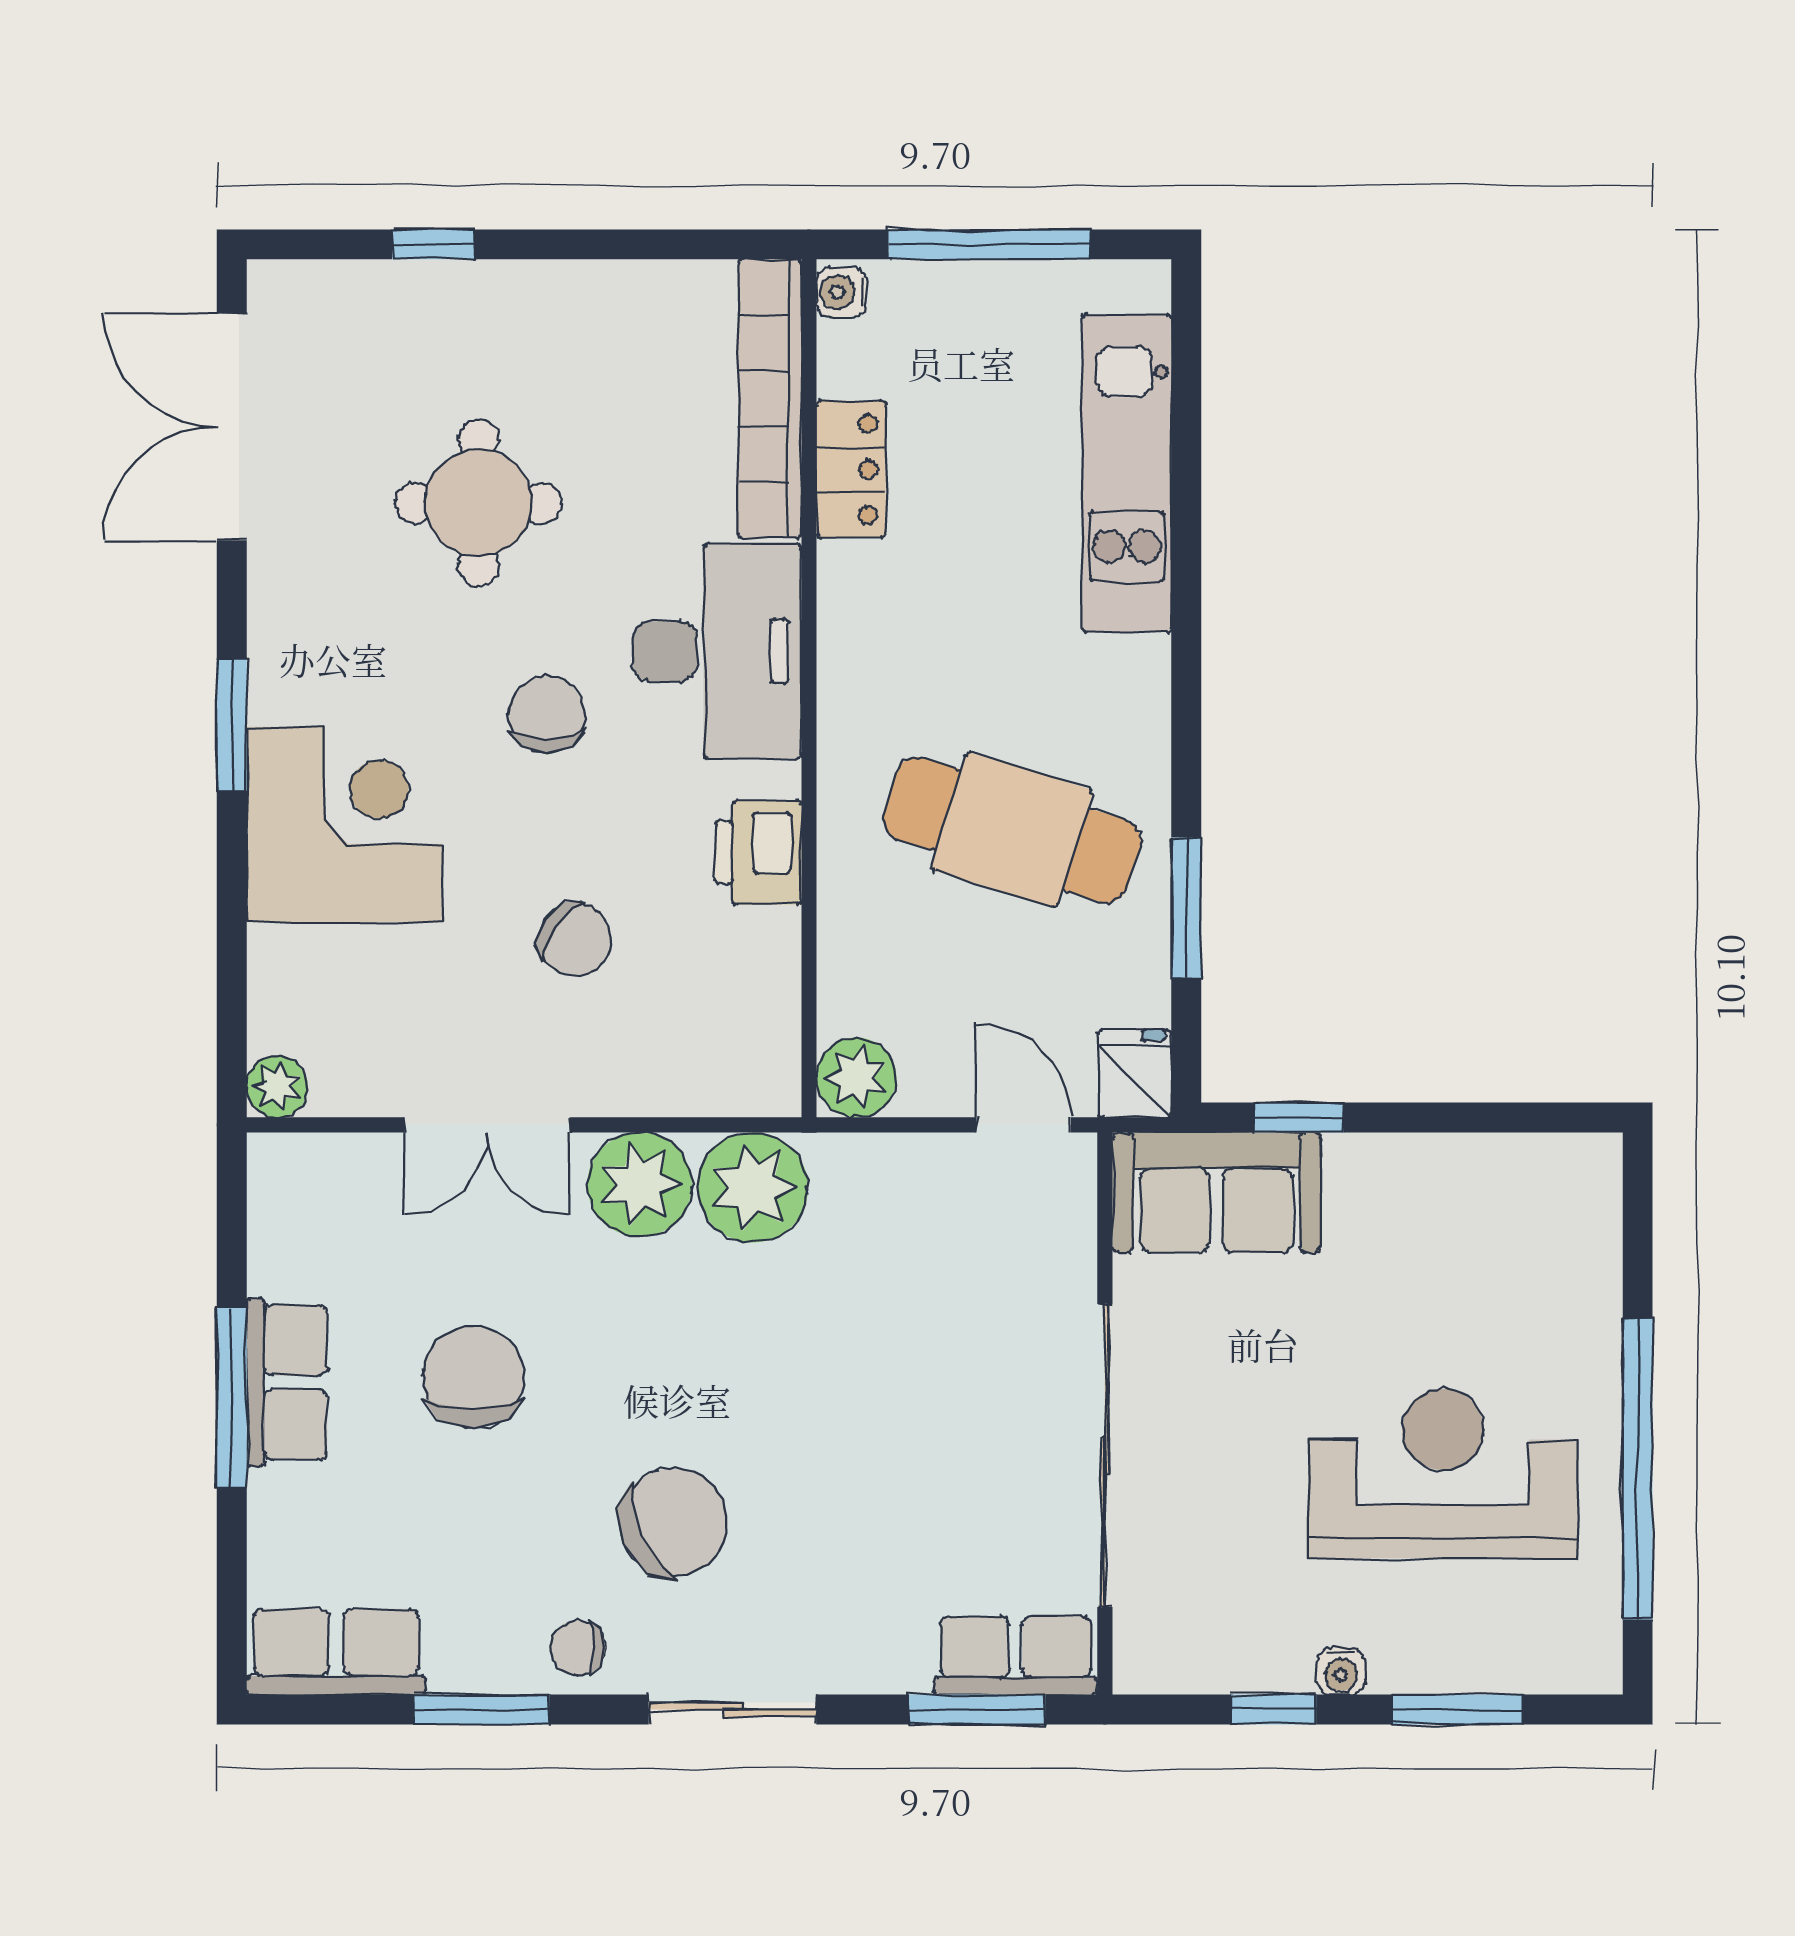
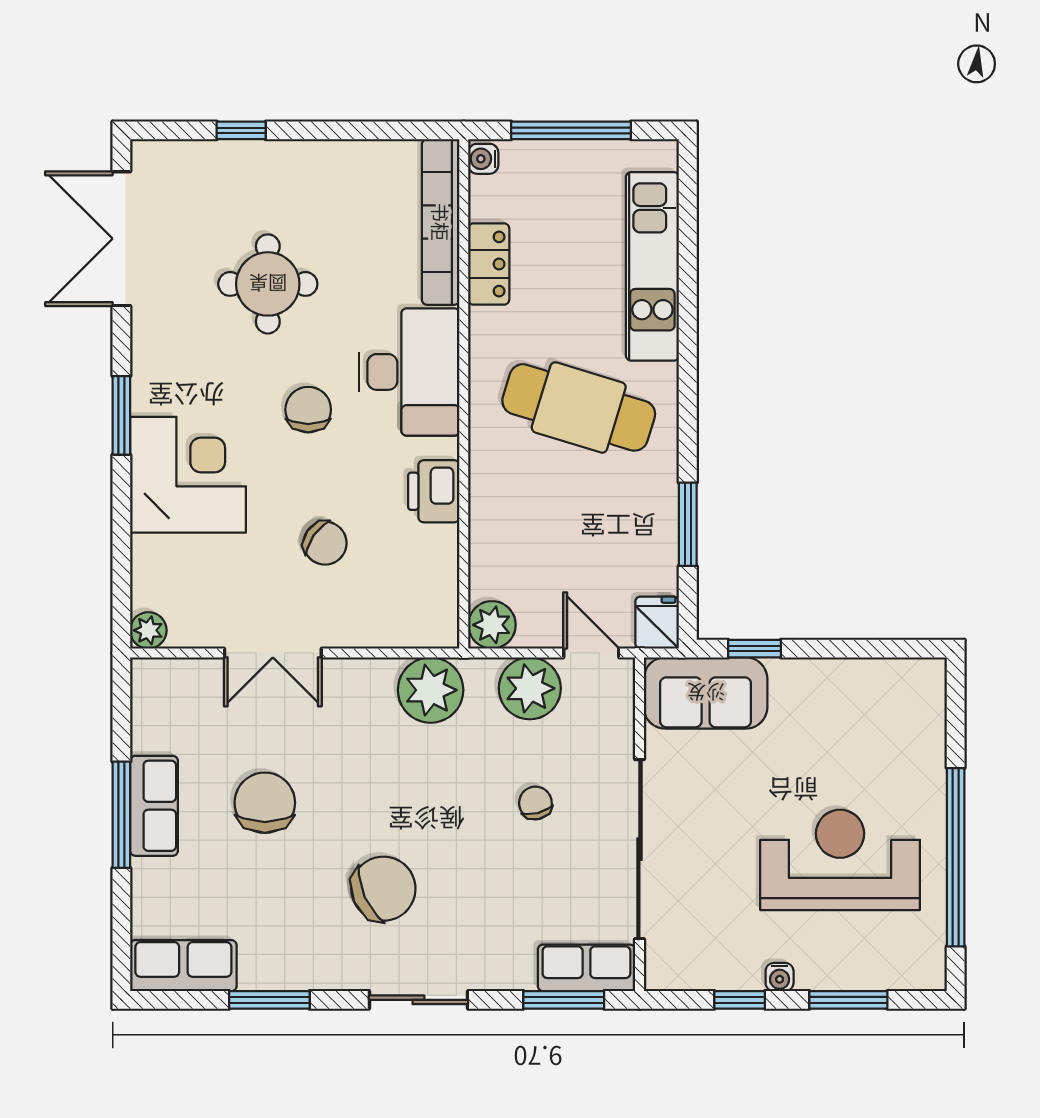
cafe table: (1012, 830) -> (579, 407), moved
plant: (640, 1185) -> (530, 688), moved
chair: (578, 1648) -> (535, 803), moved, turned 76

